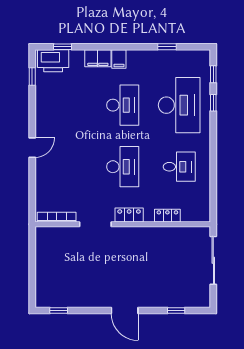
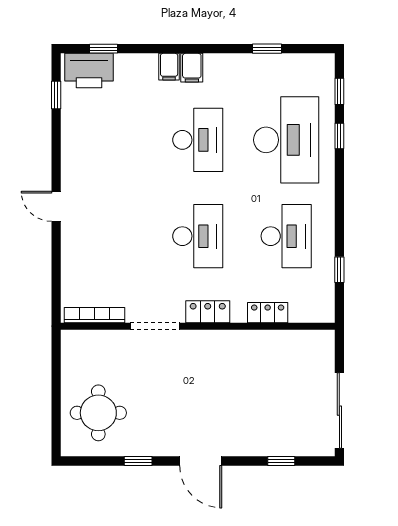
filing cabinet: (98, 58) -> (169, 67), width x0.50
door: (32, 148) -> (56, 206), swing flipped
desk: (179, 167) -> (286, 236), width x1.37
window: (213, 188) -> (339, 270), added
sliding door: (213, 260) -> (339, 411), moved
round table: (59, 280) -> (98, 413), added
window: (59, 310) -> (138, 461), moved

